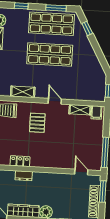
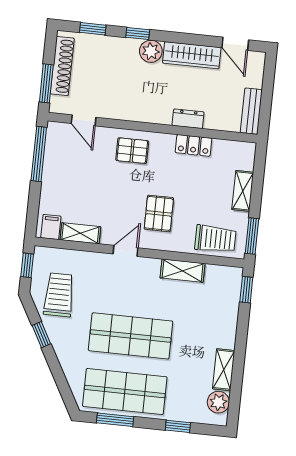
window: (87, 28) -> (41, 335), moved
trolley: (90, 75) -> (59, 295), added
door: (55, 101) -> (125, 251), swing flipped
pallet: (54, 157) -> (132, 151), added

